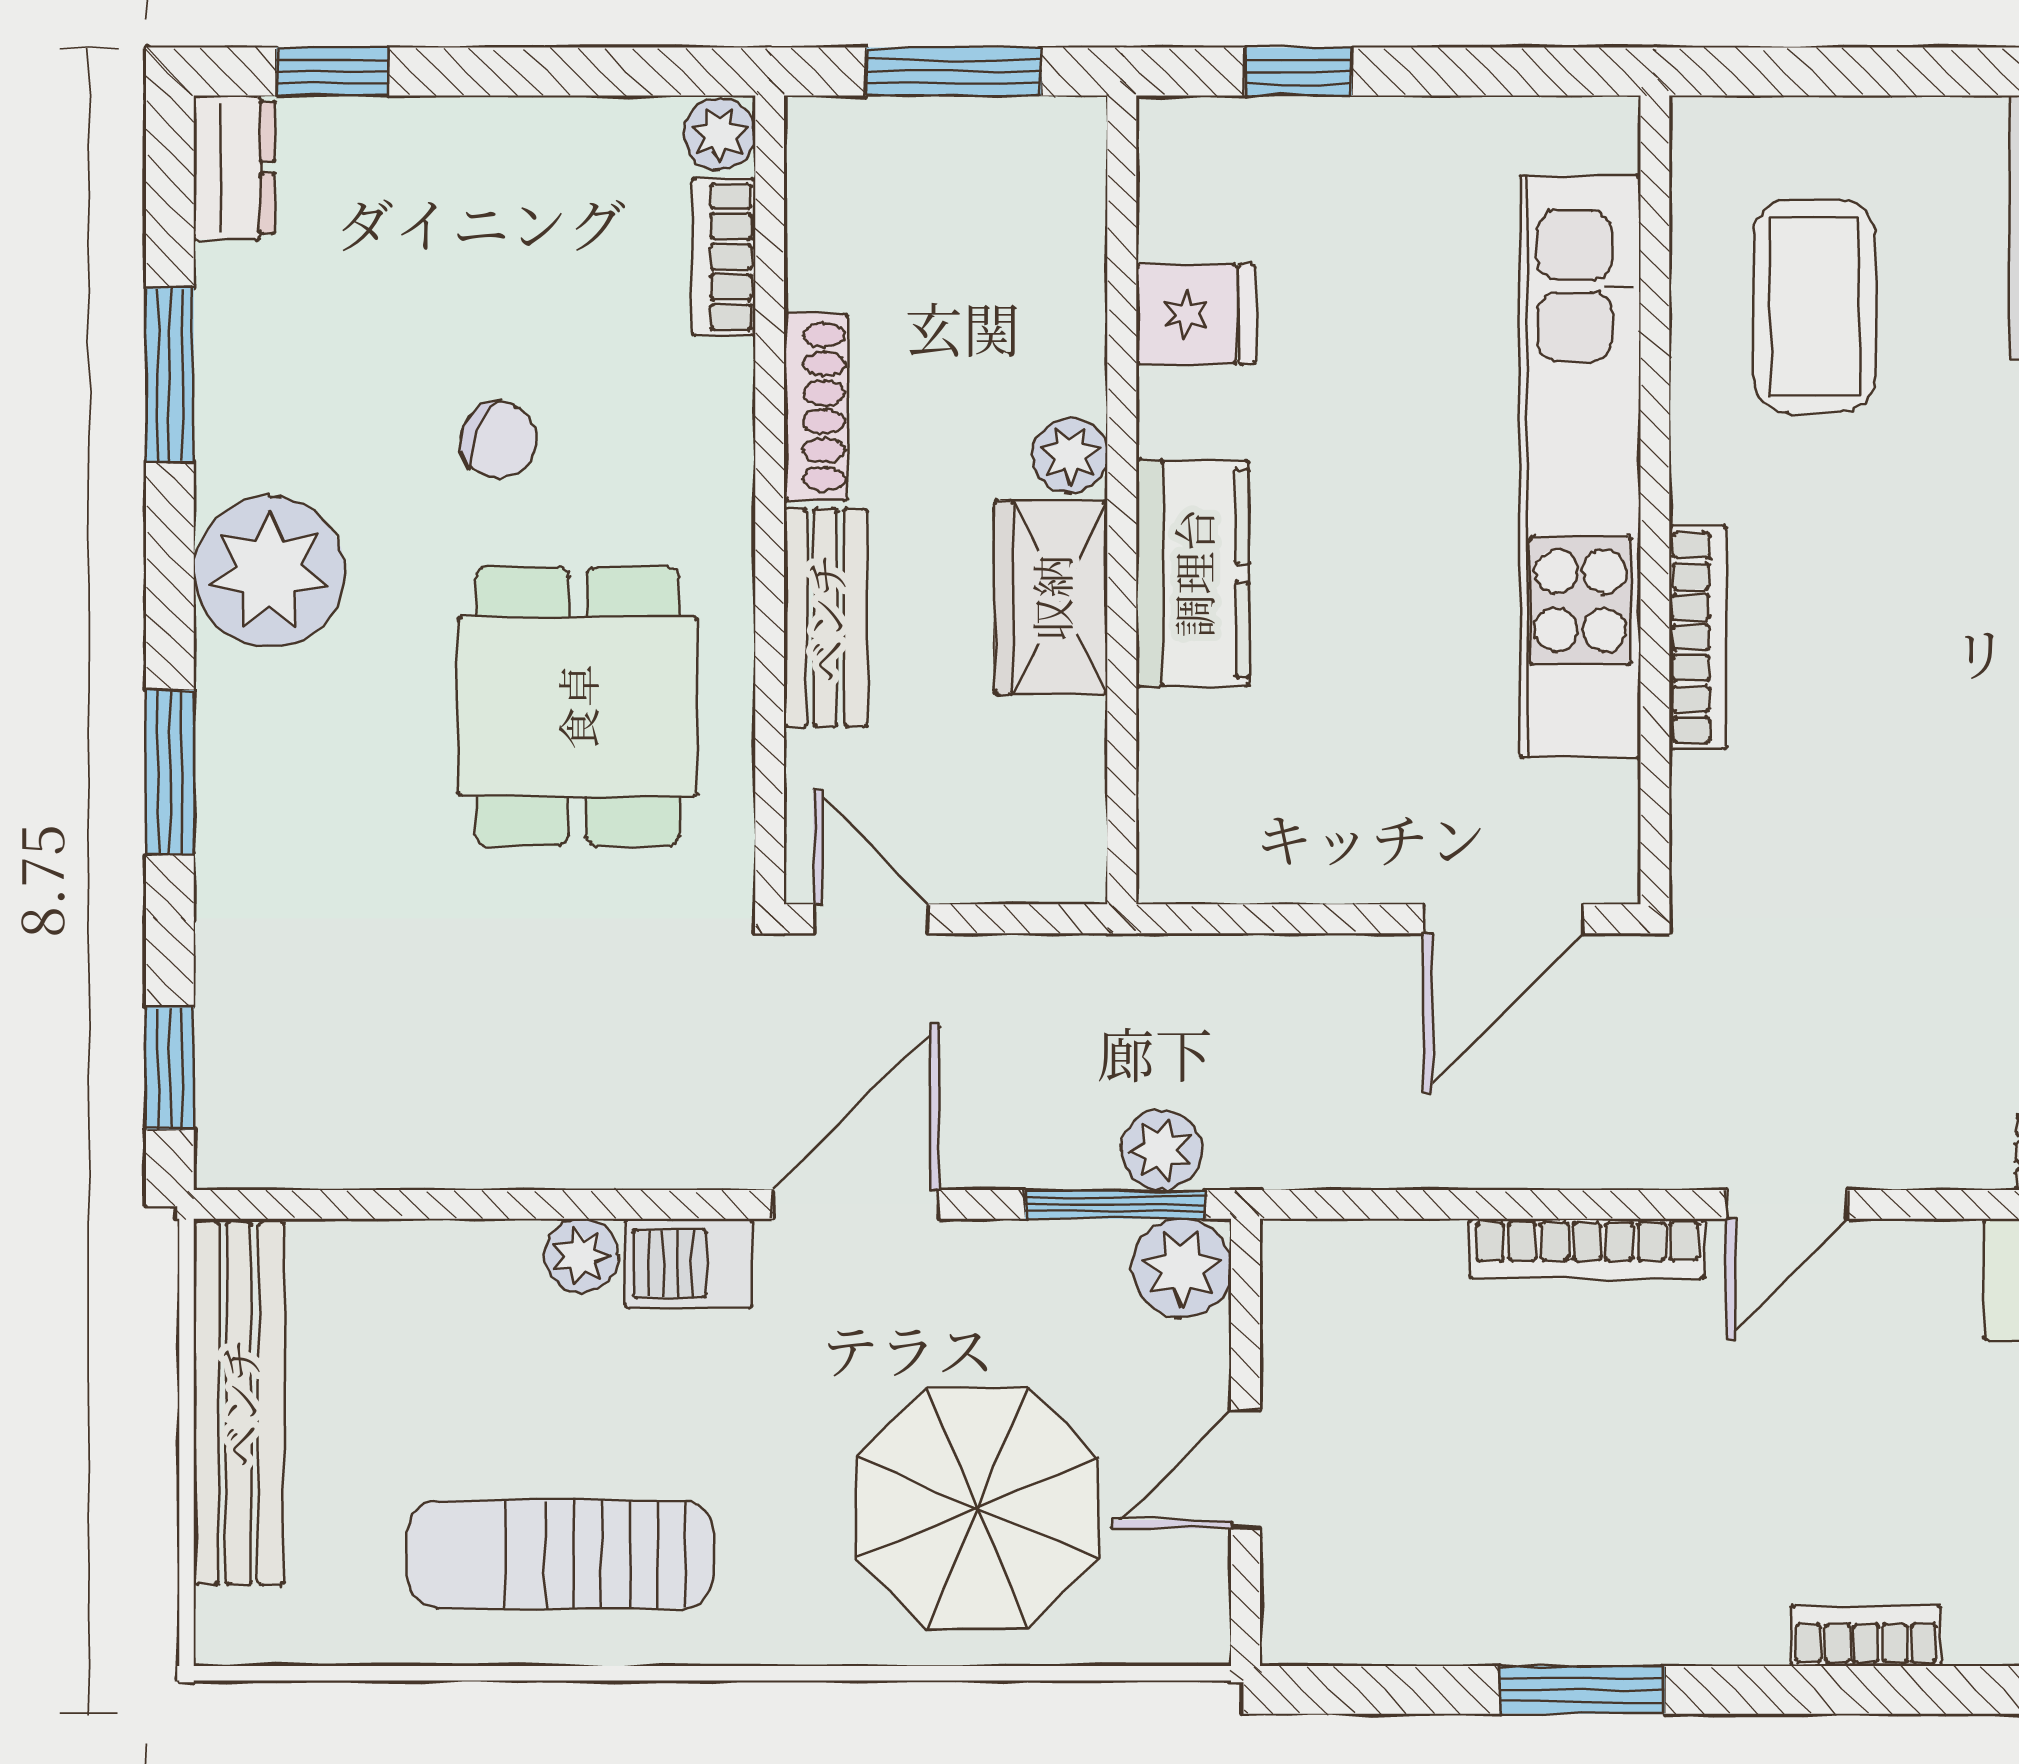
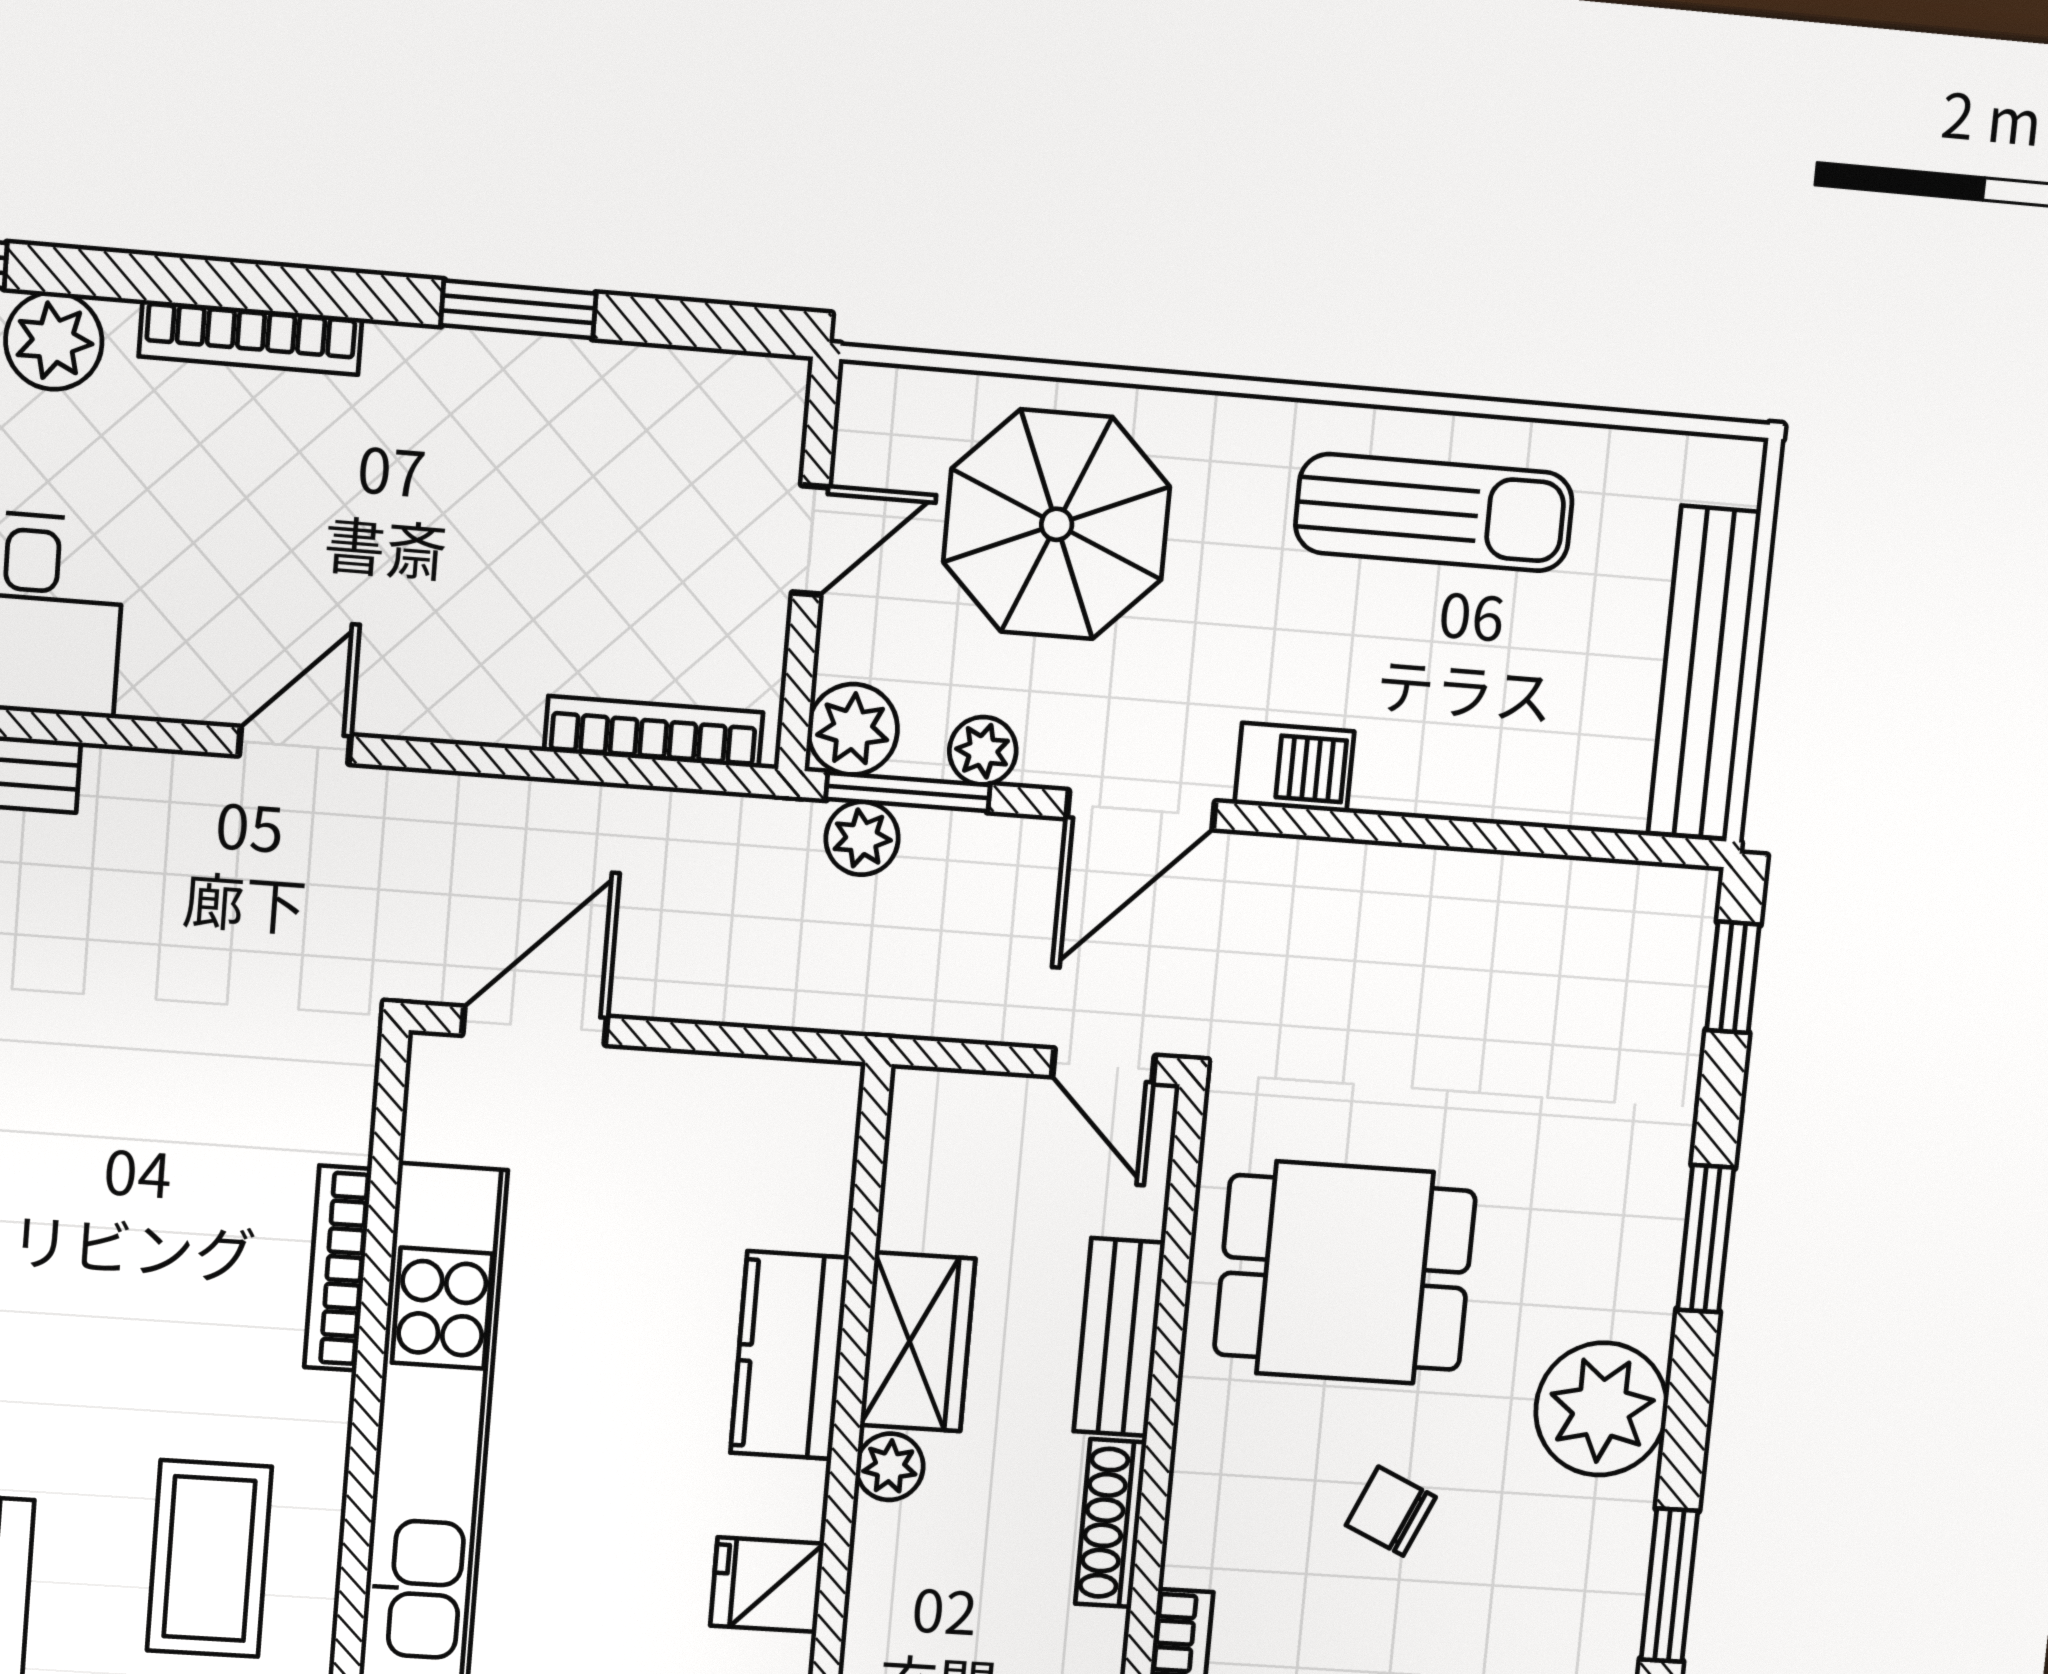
dining table: (577, 707) -> (1345, 1273), turned 90
bookcase: (1587, 1249) -> (654, 732), moved
plant: (581, 1256) -> (983, 751), moved
bookcase: (1866, 1636) -> (251, 337), width x1.56

